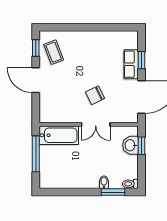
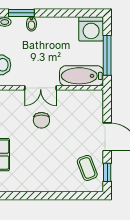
chair: (95, 95) -> (41, 120), turned 116
double door: (96, 124) -> (41, 88), swing flipped
washing machine: (50, 178) -> (91, 29), added

